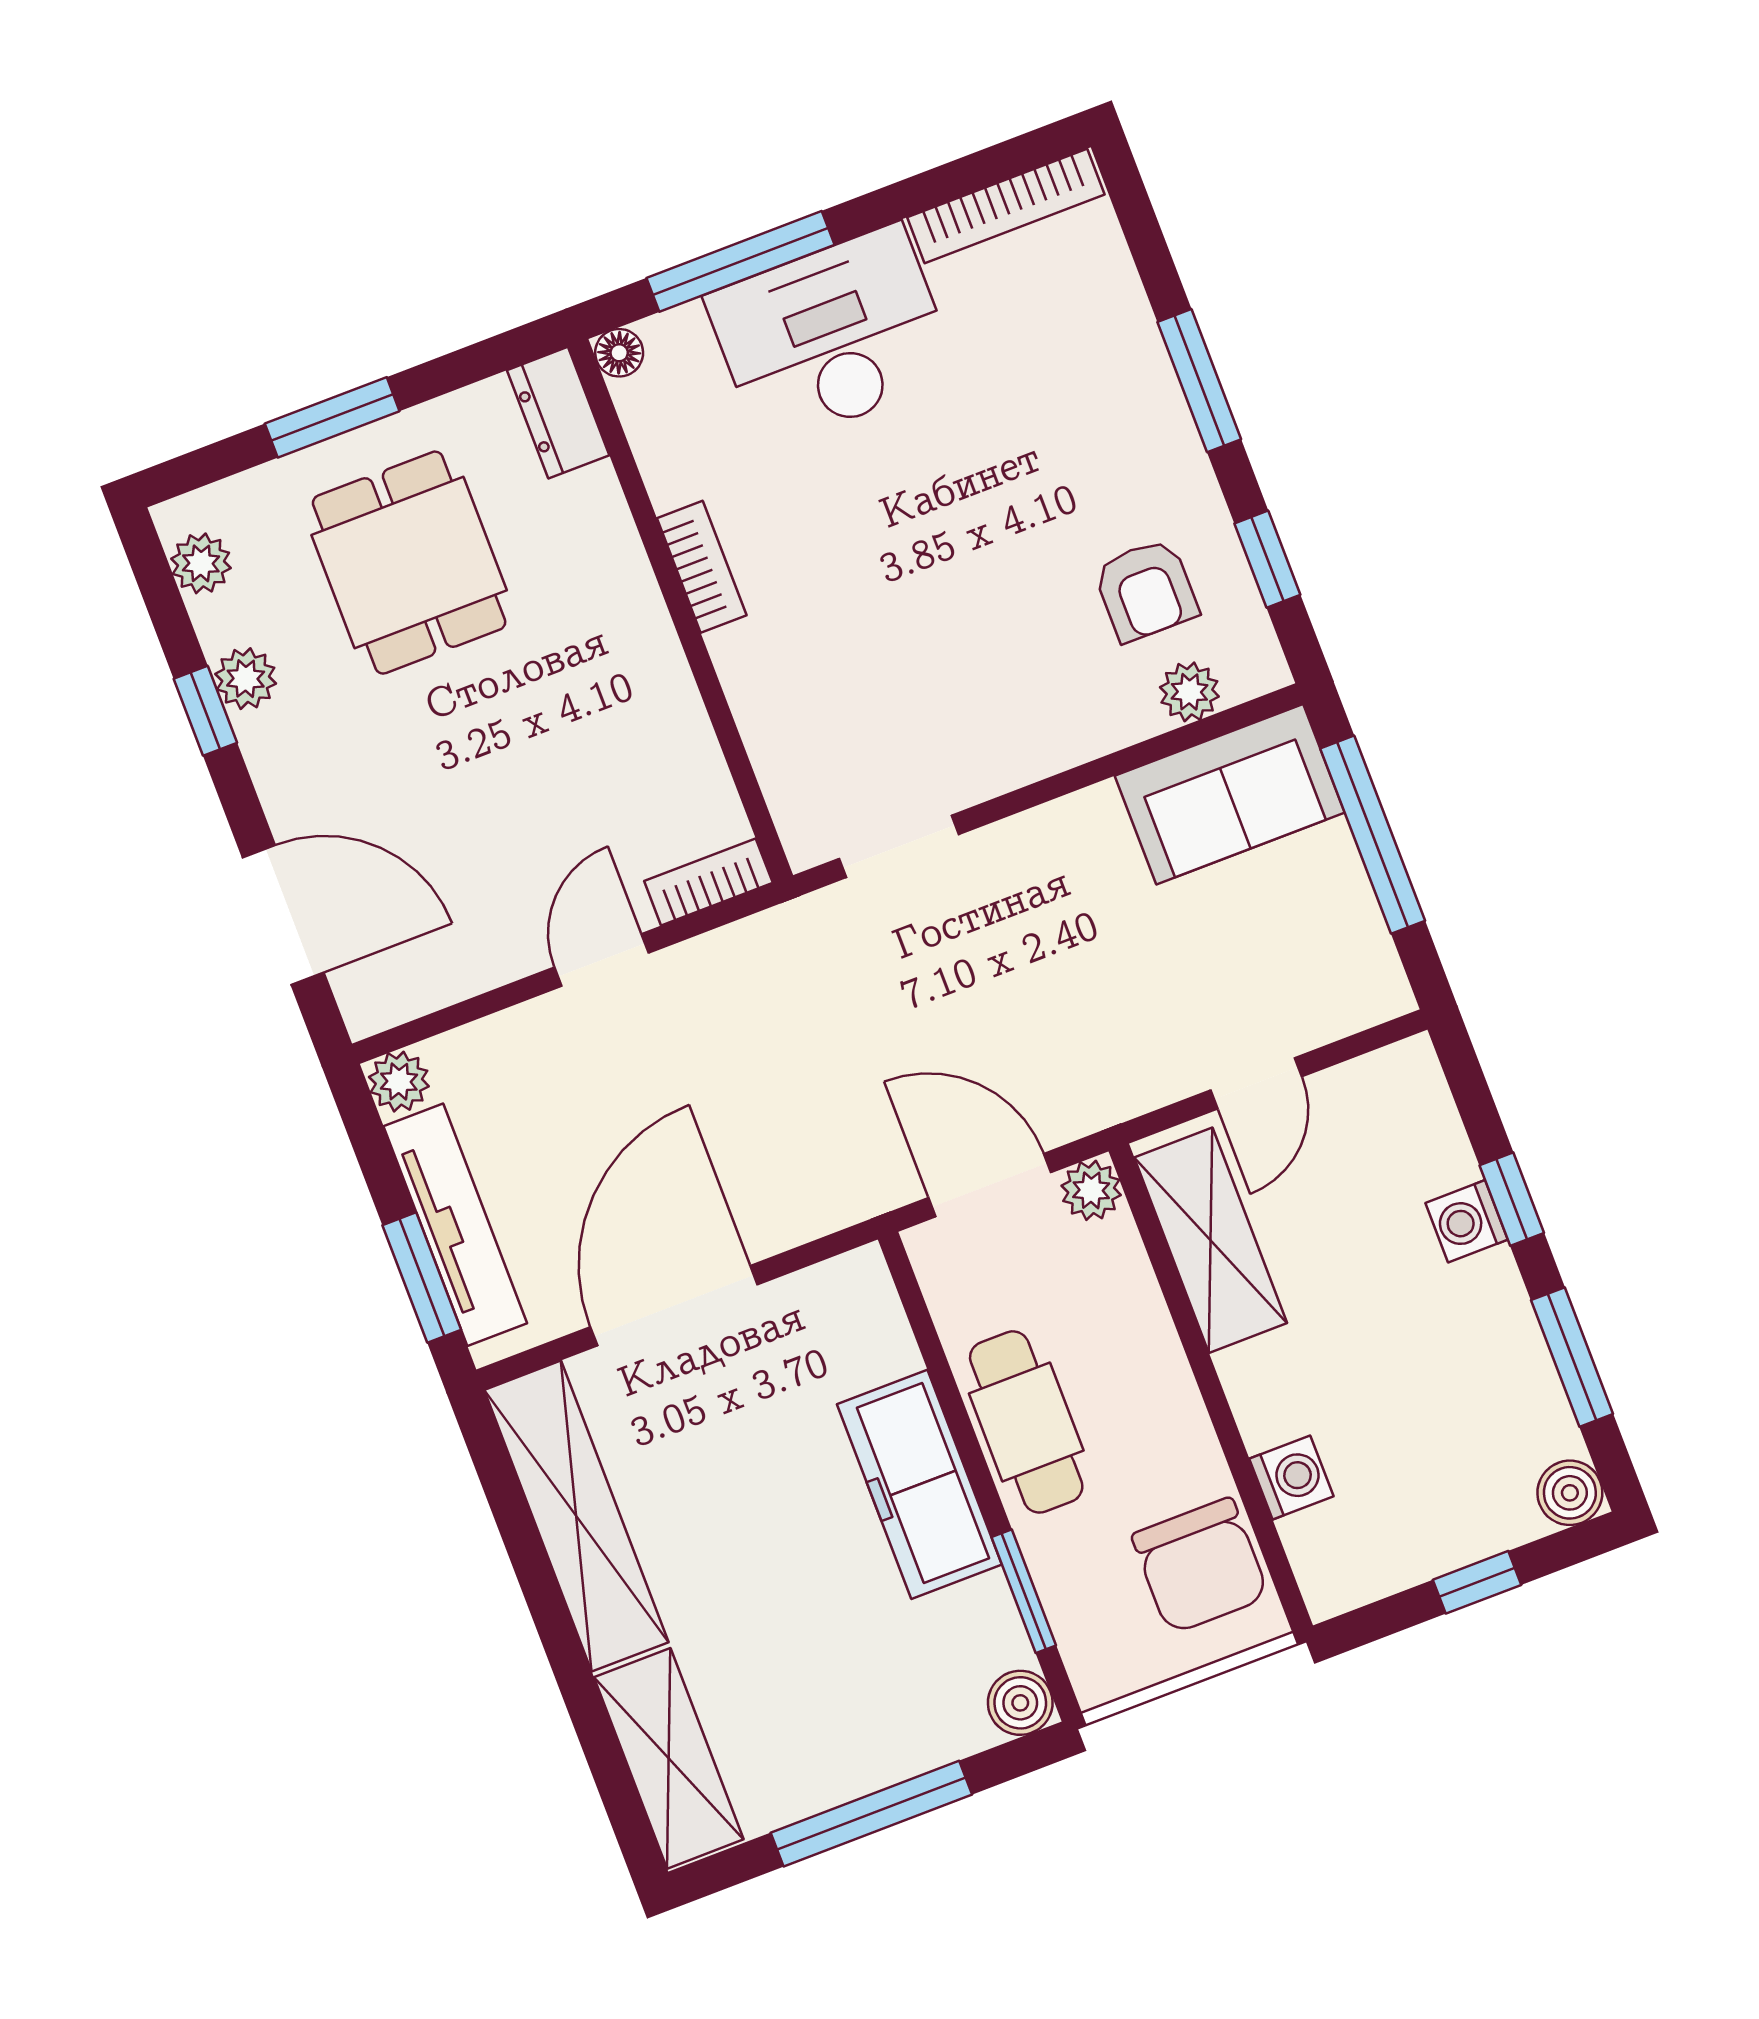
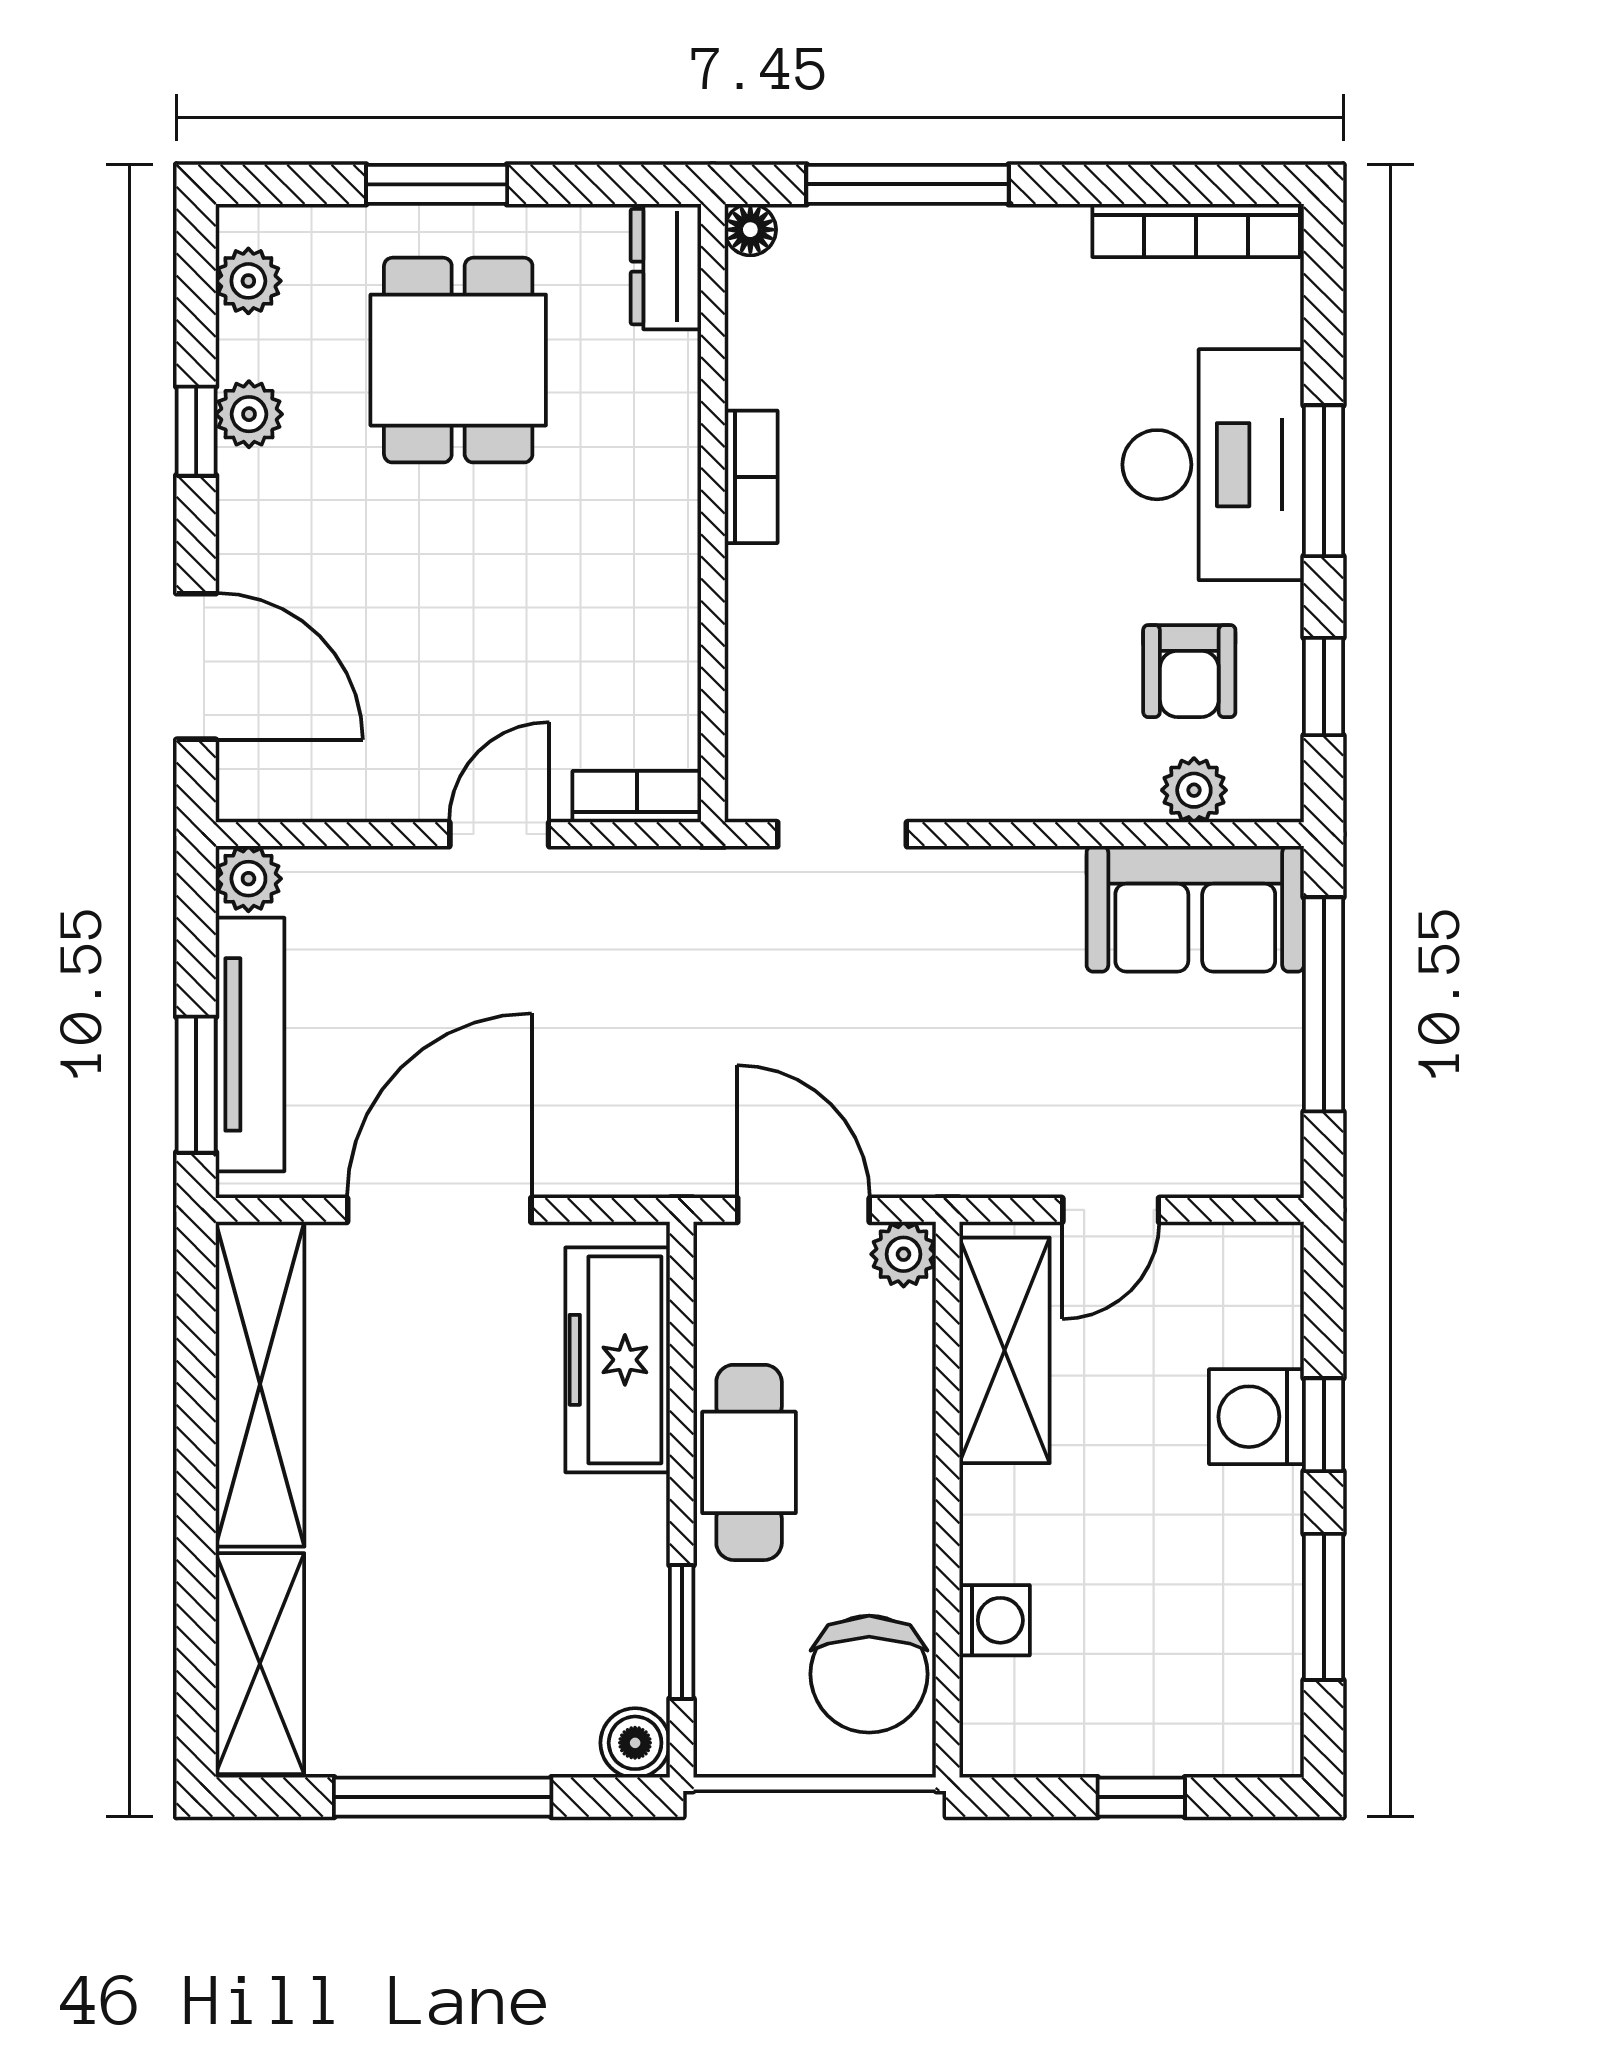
desk: (832, 336) -> (1213, 465), moved, turned 90
washing machine: (1467, 1221) -> (1256, 1417), width x1.38, depth x1.38
freezer: (919, 1484) -> (618, 1360), moved
boiler: (1570, 1493) -> (1269, 1743), removed

